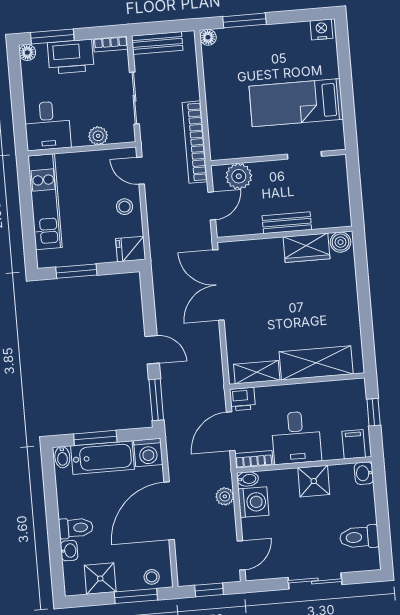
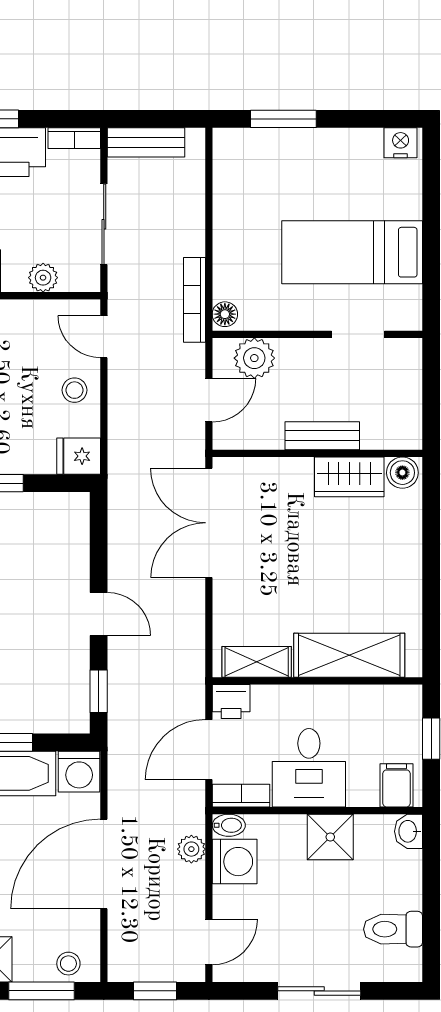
floor lamp: (208, 37) -> (225, 314), moved
bookcase: (195, 142) -> (194, 300), width x0.68, depth x0.76
window: (156, 400) -> (99, 691), width x0.67

